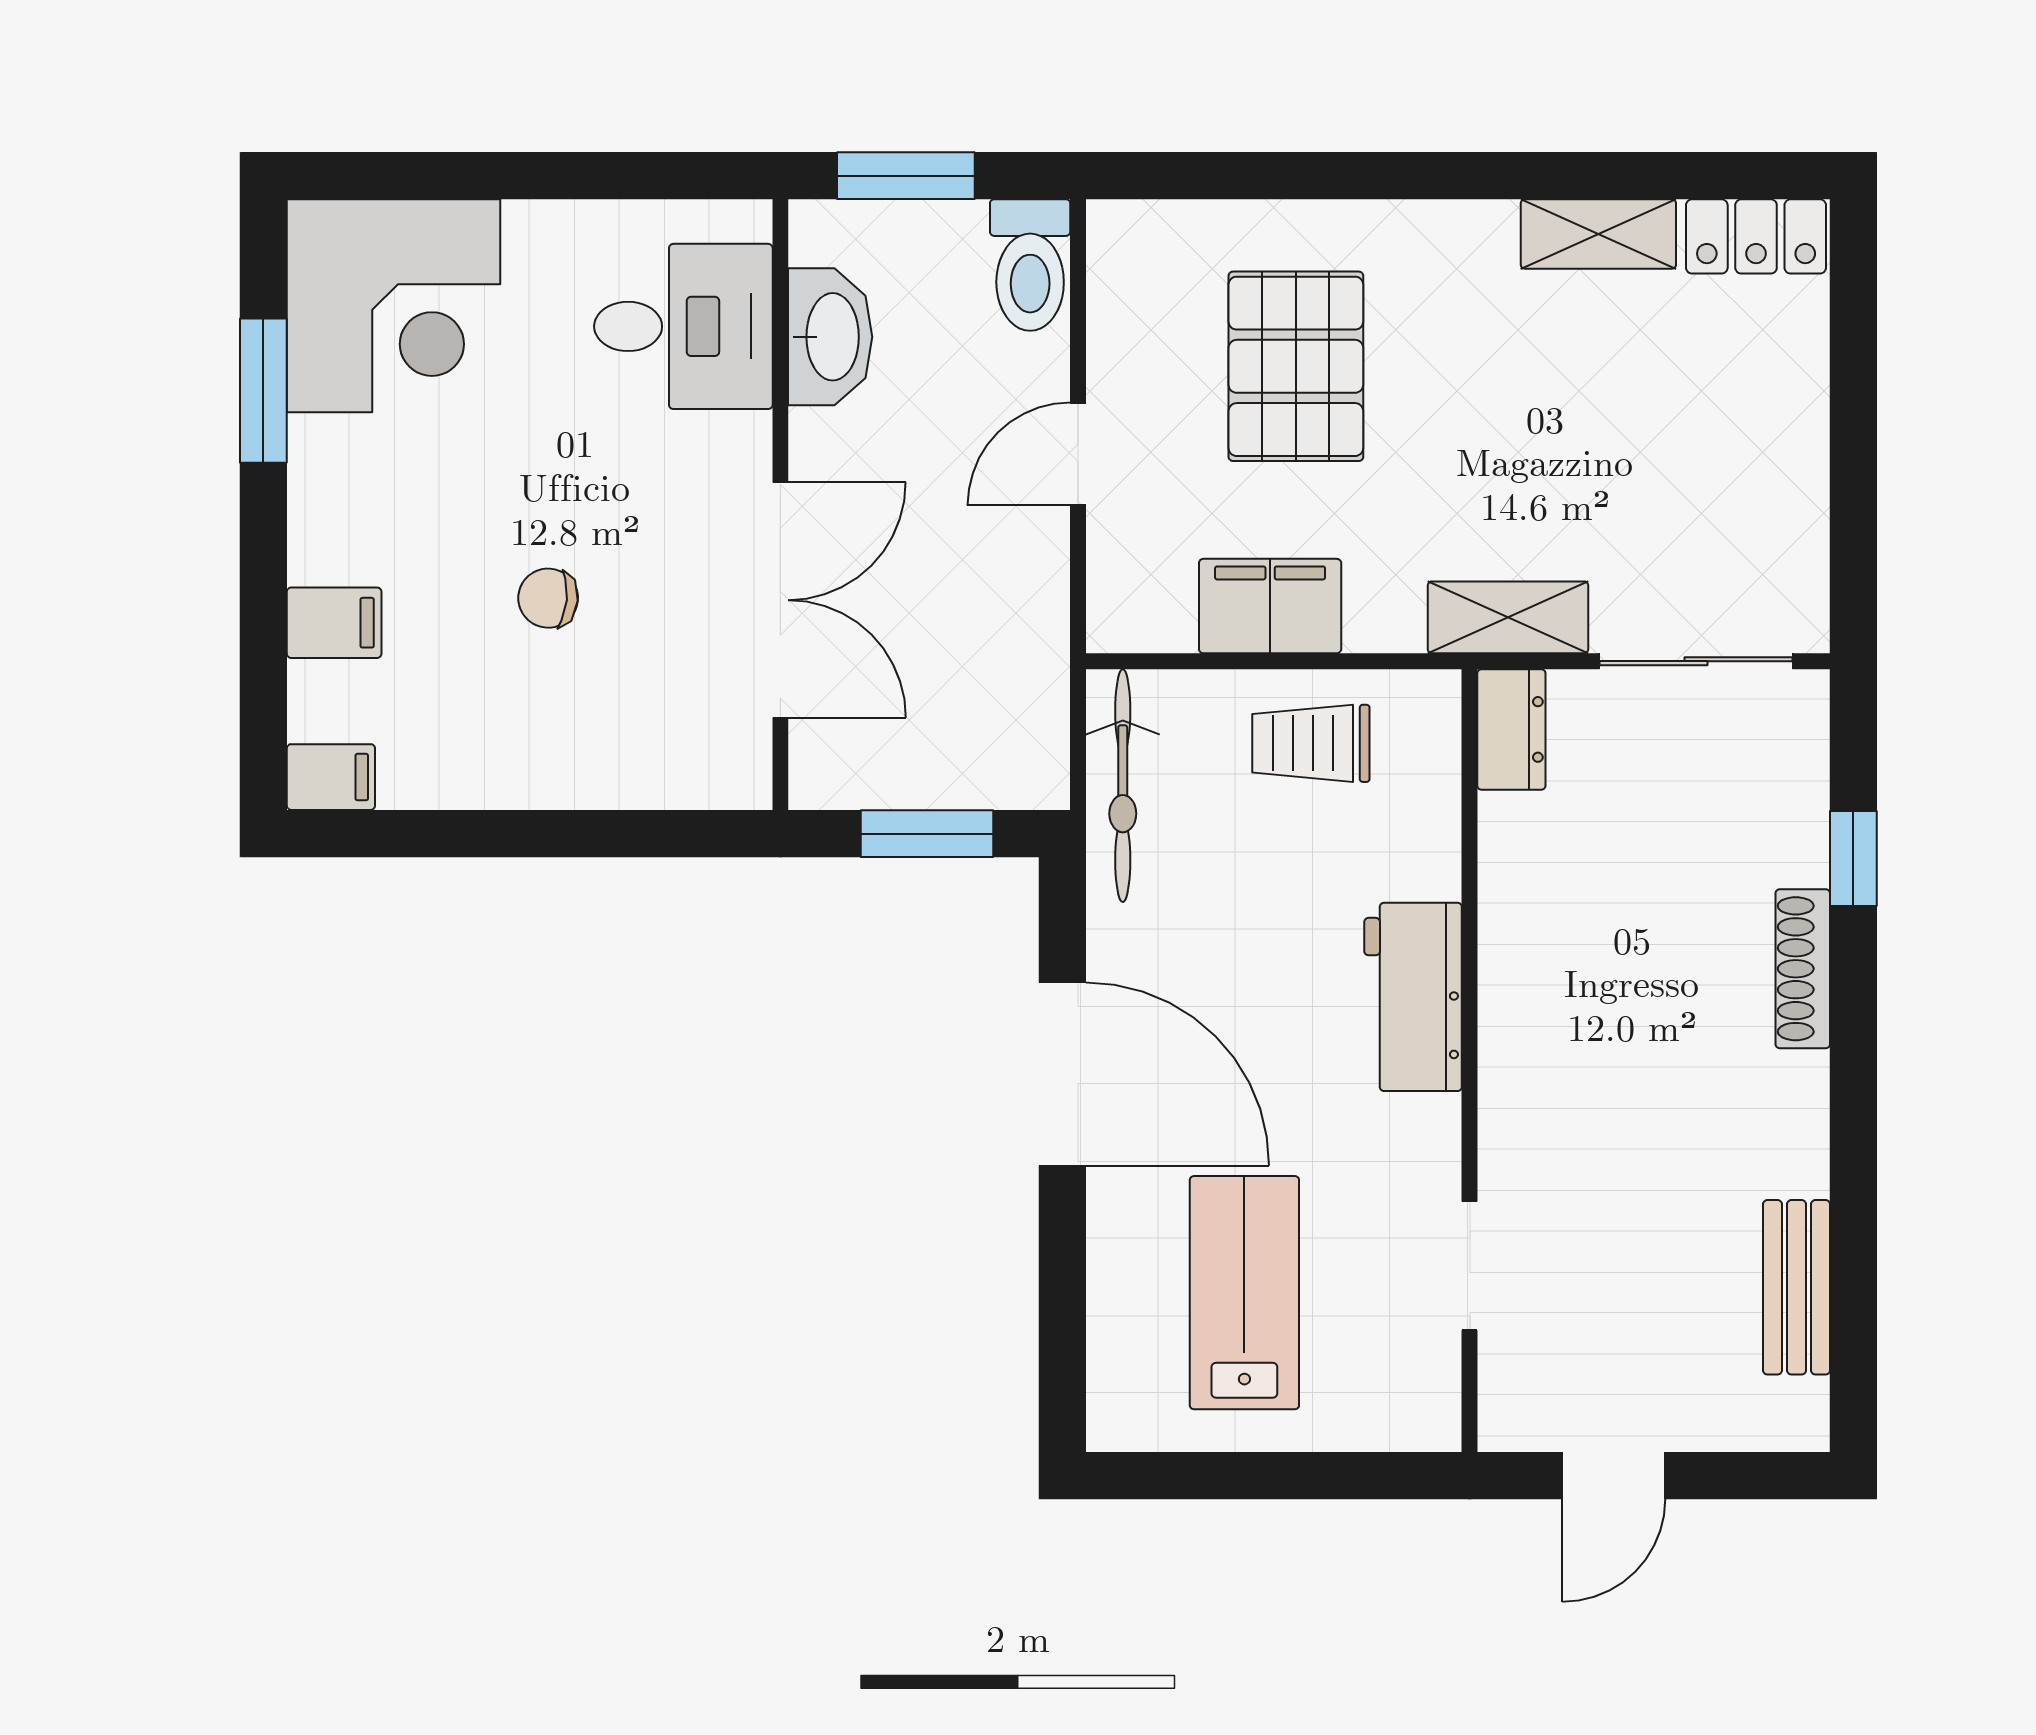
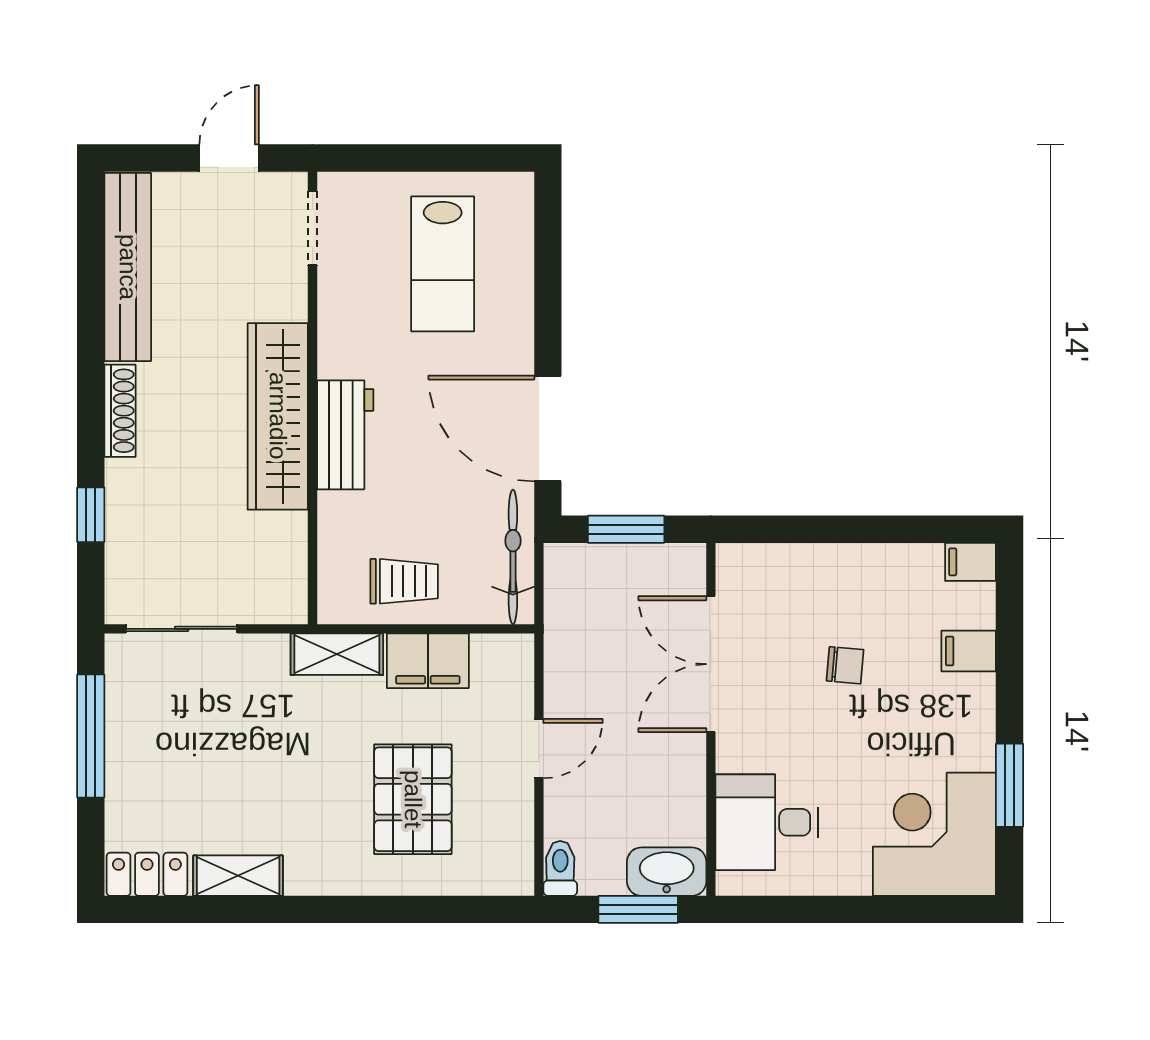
toilet: (1030, 265) -> (560, 868), width x0.73, depth x0.72
washbasin: (830, 337) -> (667, 872), moved, turned 90
window: (1853, 476) -> (91, 736), added
shelving: (1508, 617) -> (337, 654), moved
dresser: (1511, 729) -> (288, 589), removed
shoe rack: (1803, 969) -> (120, 411), moved
wardrobe: (1530, 1029) -> (278, 416), added
door: (1062, 1074) -> (548, 428), moved
doorway: (1470, 1266) -> (313, 228), moved
bench: (1797, 1287) -> (128, 267), width x1.86, depth x1.21

